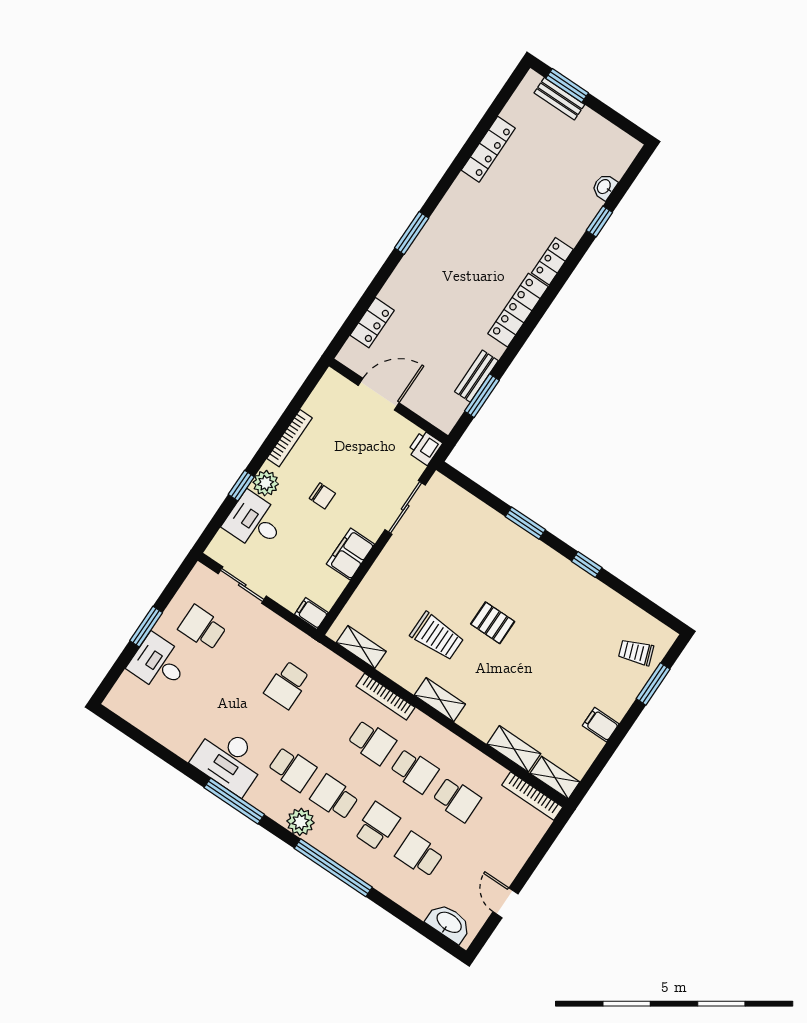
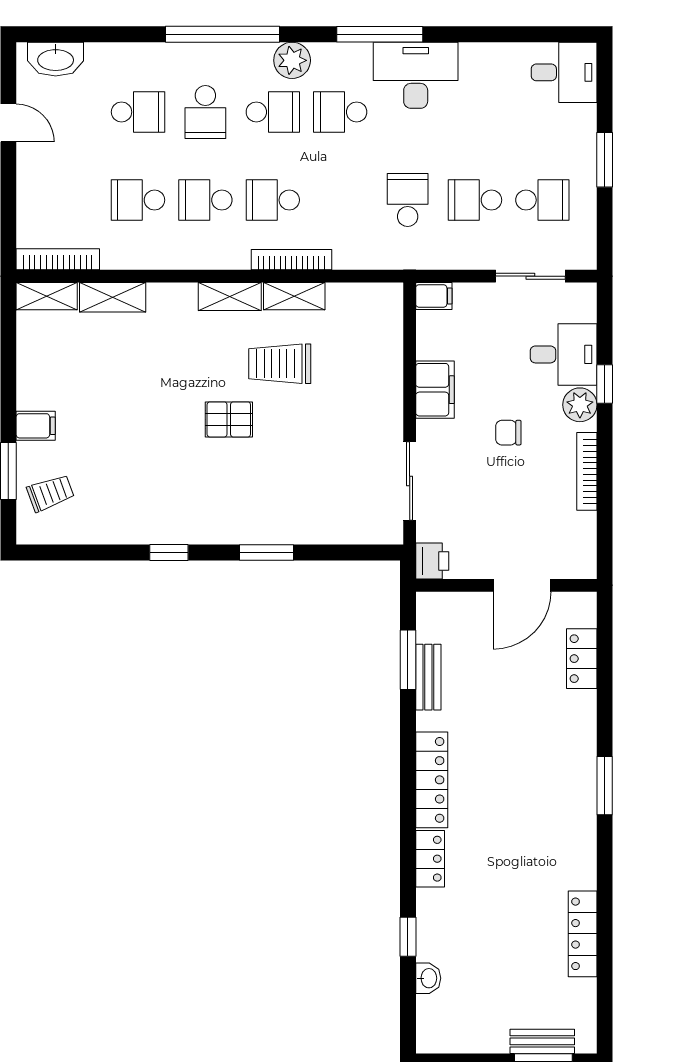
shelving: (361, 647) -> (294, 296), moved
school desk: (245, 656) -> (475, 200), added
desk: (158, 663) -> (564, 72), moved
filing cabinet: (601, 725) -> (36, 426), moved

